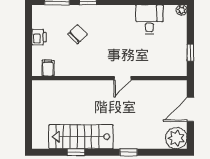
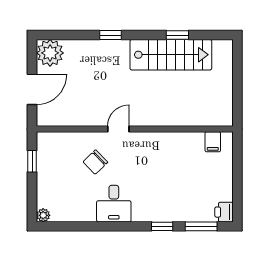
desk: (149, 19) -> (114, 204), moved
chair: (77, 34) -> (95, 162), moved
printer: (39, 37) -> (224, 212), moved

